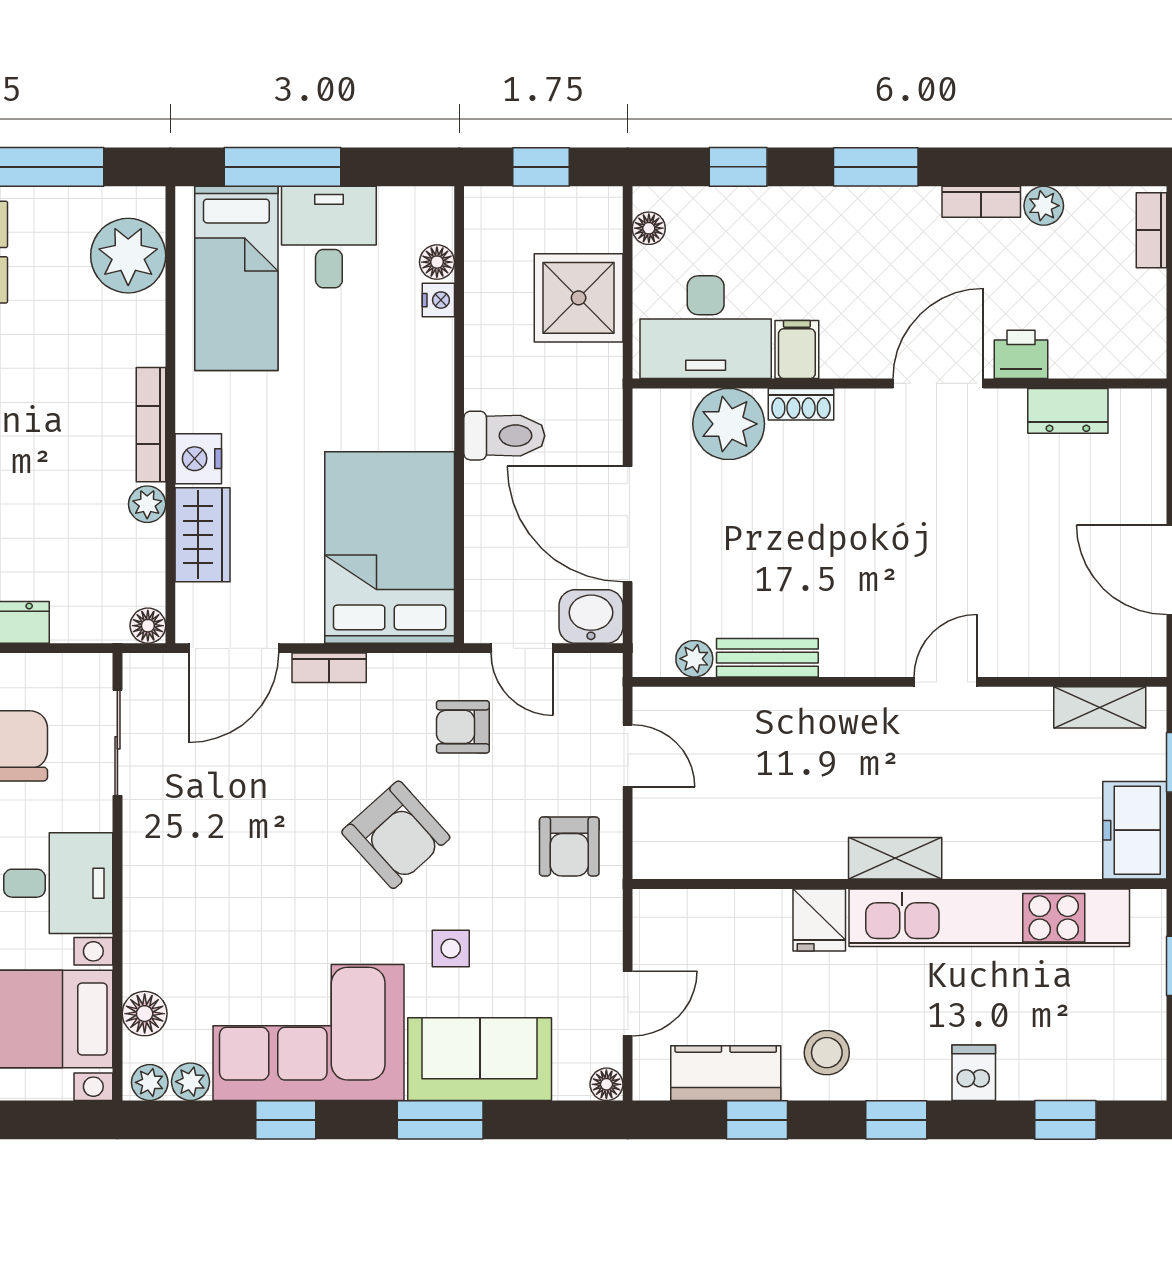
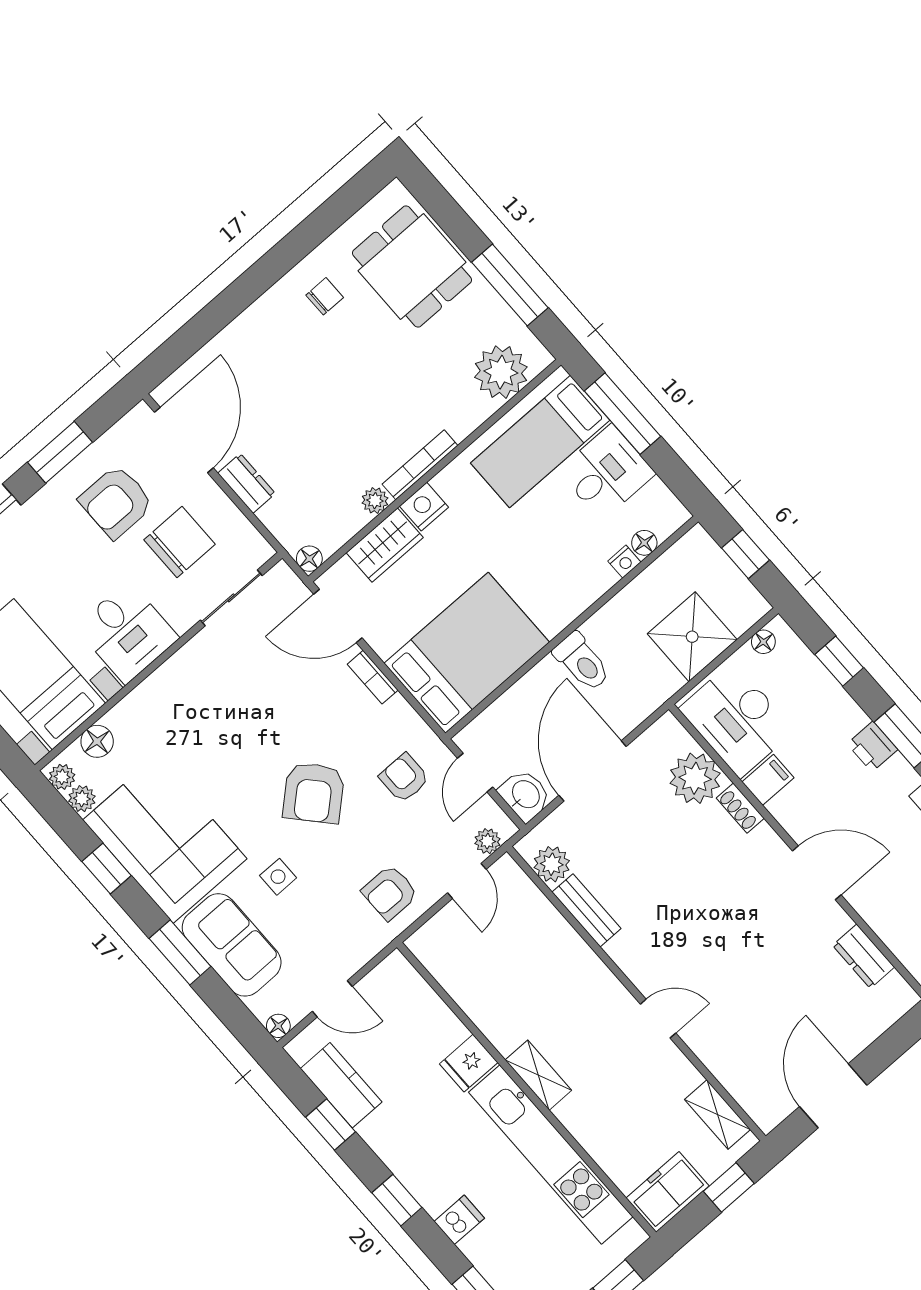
printer: (1021, 354) -> (872, 747), moved, turned 180
plant: (694, 659) -> (552, 864), width x1.38, depth x1.38
plant: (605, 698) -> (487, 841), added
stool: (827, 1053) -> (400, 1130), removed

